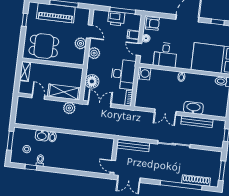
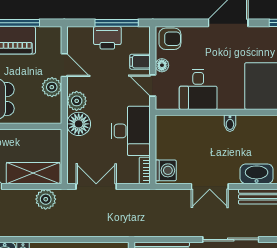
washing machine: (144, 73) -> (166, 170), moved
floor lamp: (92, 81) -> (79, 124), moved

